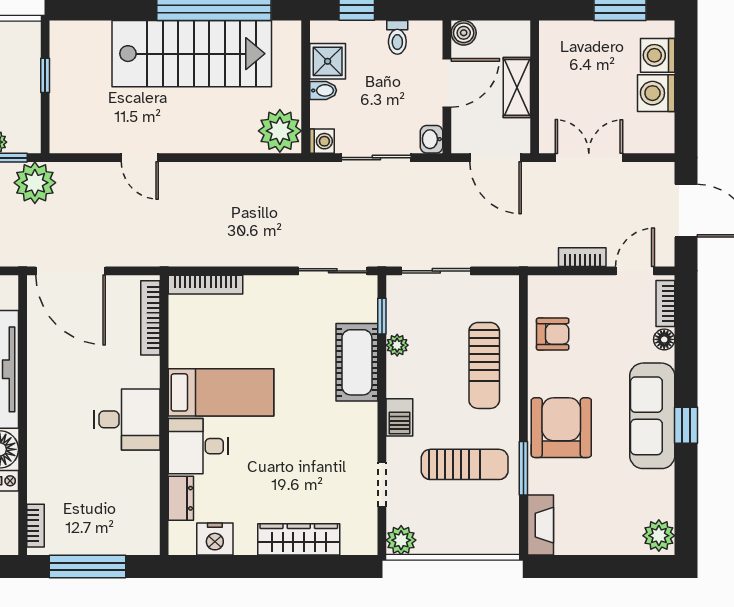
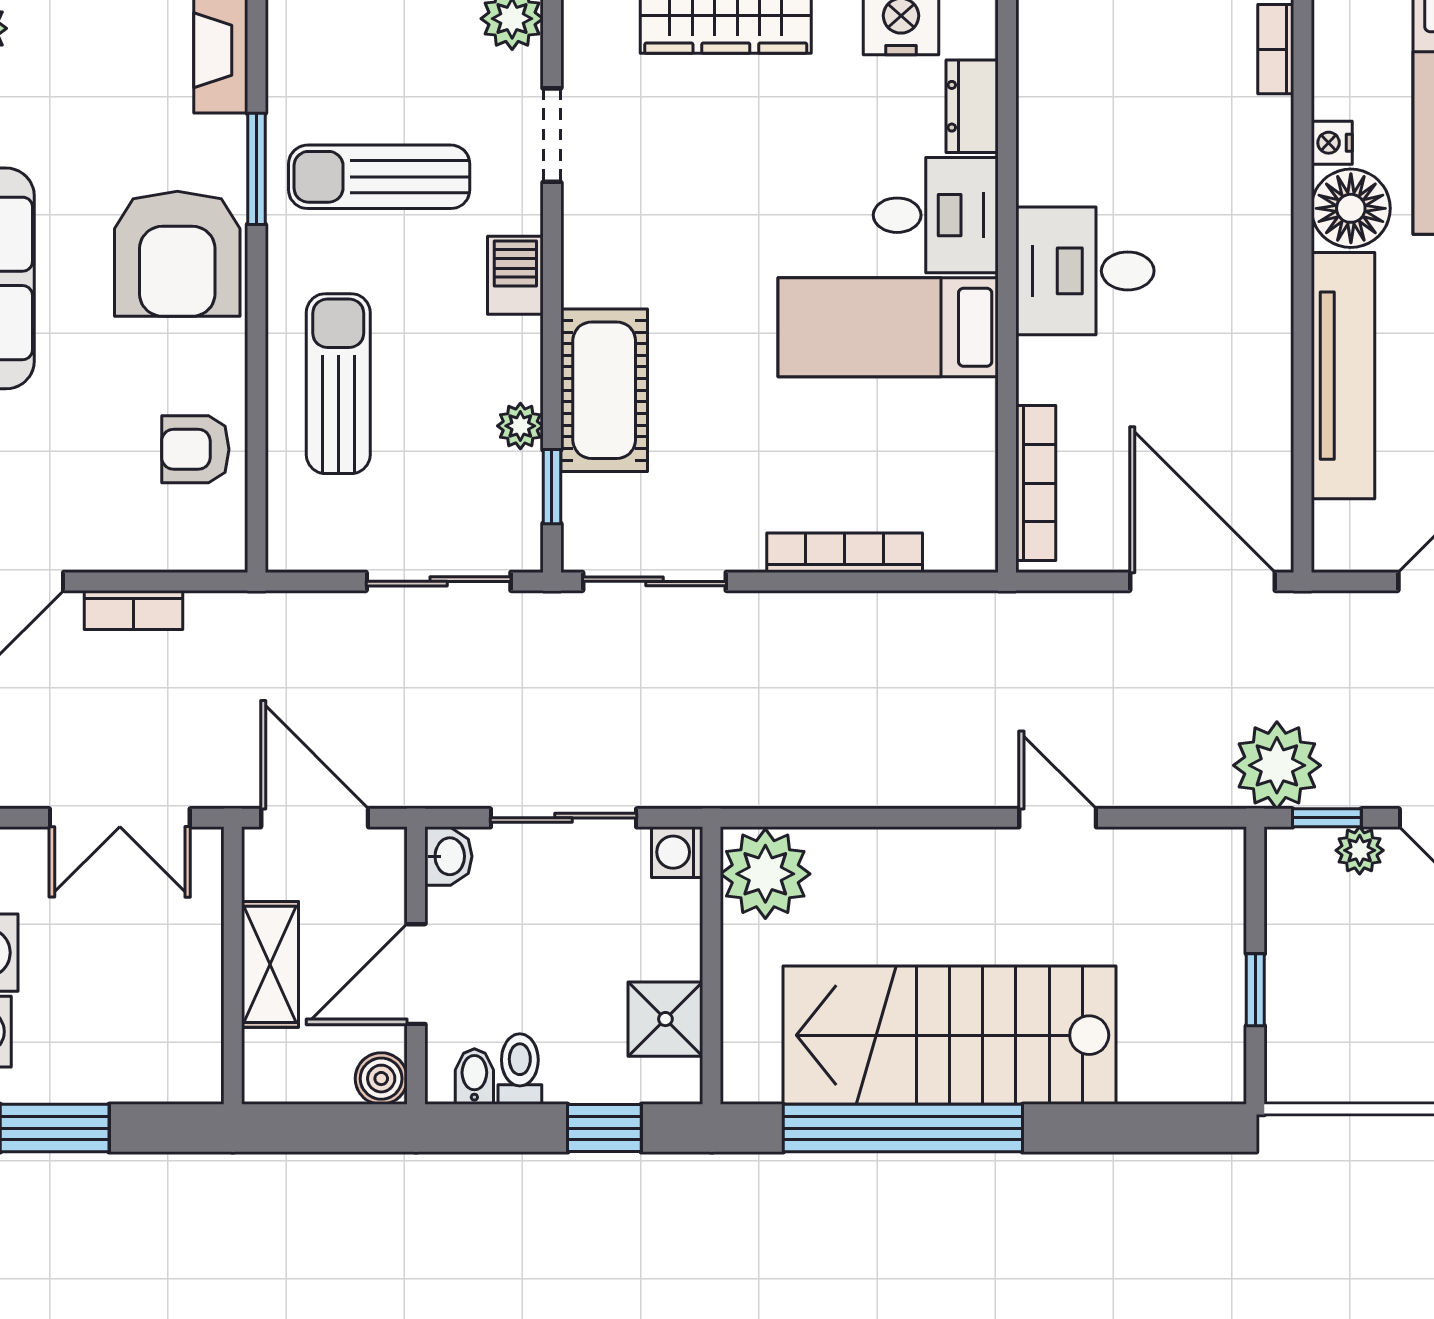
bidet: (323, 90) -> (474, 1077), moved, turned 90
bookcase: (205, 285) -> (845, 553), moved

